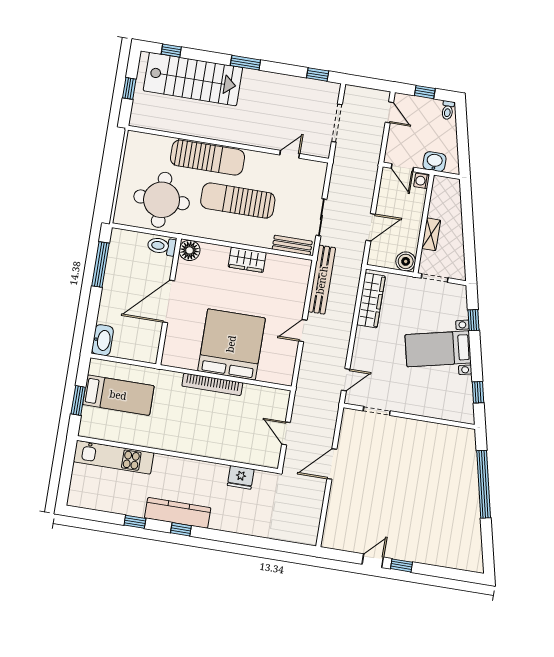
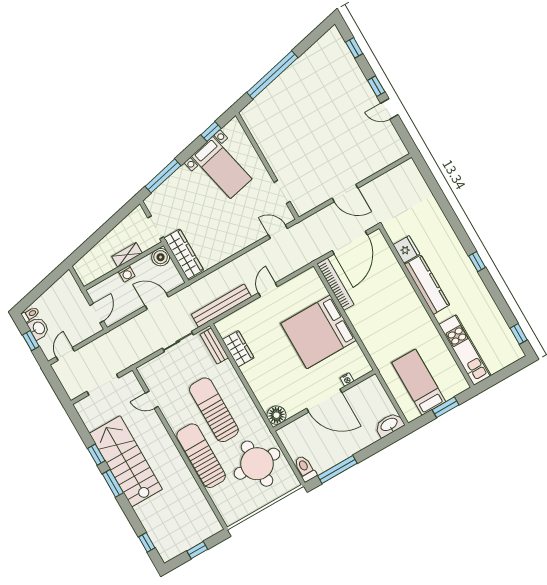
window: (318, 74) -> (96, 455), moved
stairs: (193, 79) -> (126, 461), moved
washbasin: (434, 162) -> (38, 328), moved, turned 180
washing machine: (422, 181) -> (127, 274), moved
sun lounger: (238, 201) -> (214, 410), turned 180
toilet: (162, 246) -> (305, 468), moved, turned 180
wardrobe: (247, 260) -> (238, 349), moved
wardrobe: (371, 300) -> (184, 254), moved, turned 90
window: (474, 320) -> (163, 176), width x2.17
door: (303, 331) -> (268, 290), swing flipped
nightstand: (171, 336) -> (347, 380), added
bed with nightstands: (438, 349) -> (222, 168), moved
bookcase: (212, 384) -> (335, 284), moved
door: (286, 433) -> (350, 243), width x1.88
kitchen counter: (178, 513) -> (427, 285), moved, turned 180
window: (135, 522) -> (519, 334), moved
window: (450, 573) -> (354, 48), added

